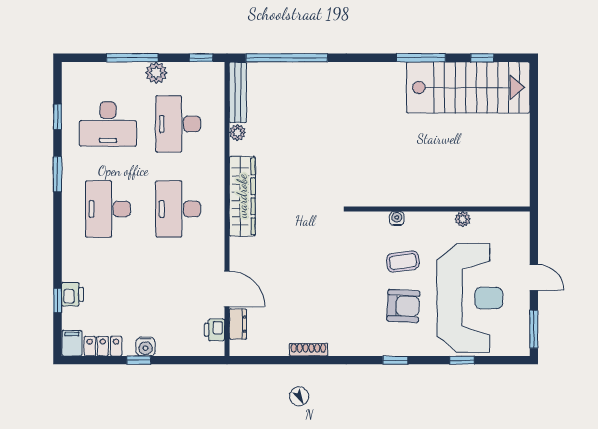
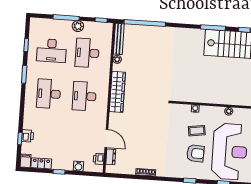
water cooler: (146, 347) -> (78, 166), moved

